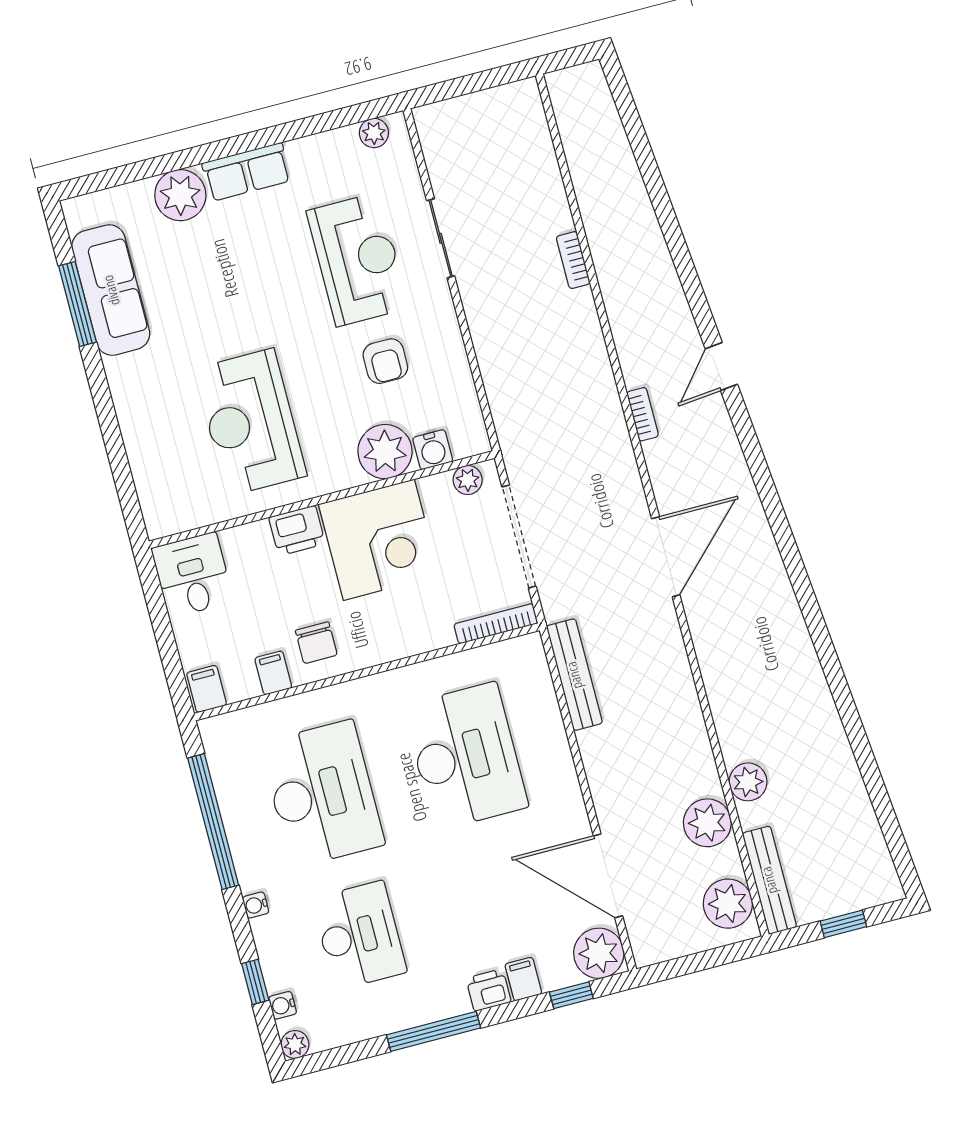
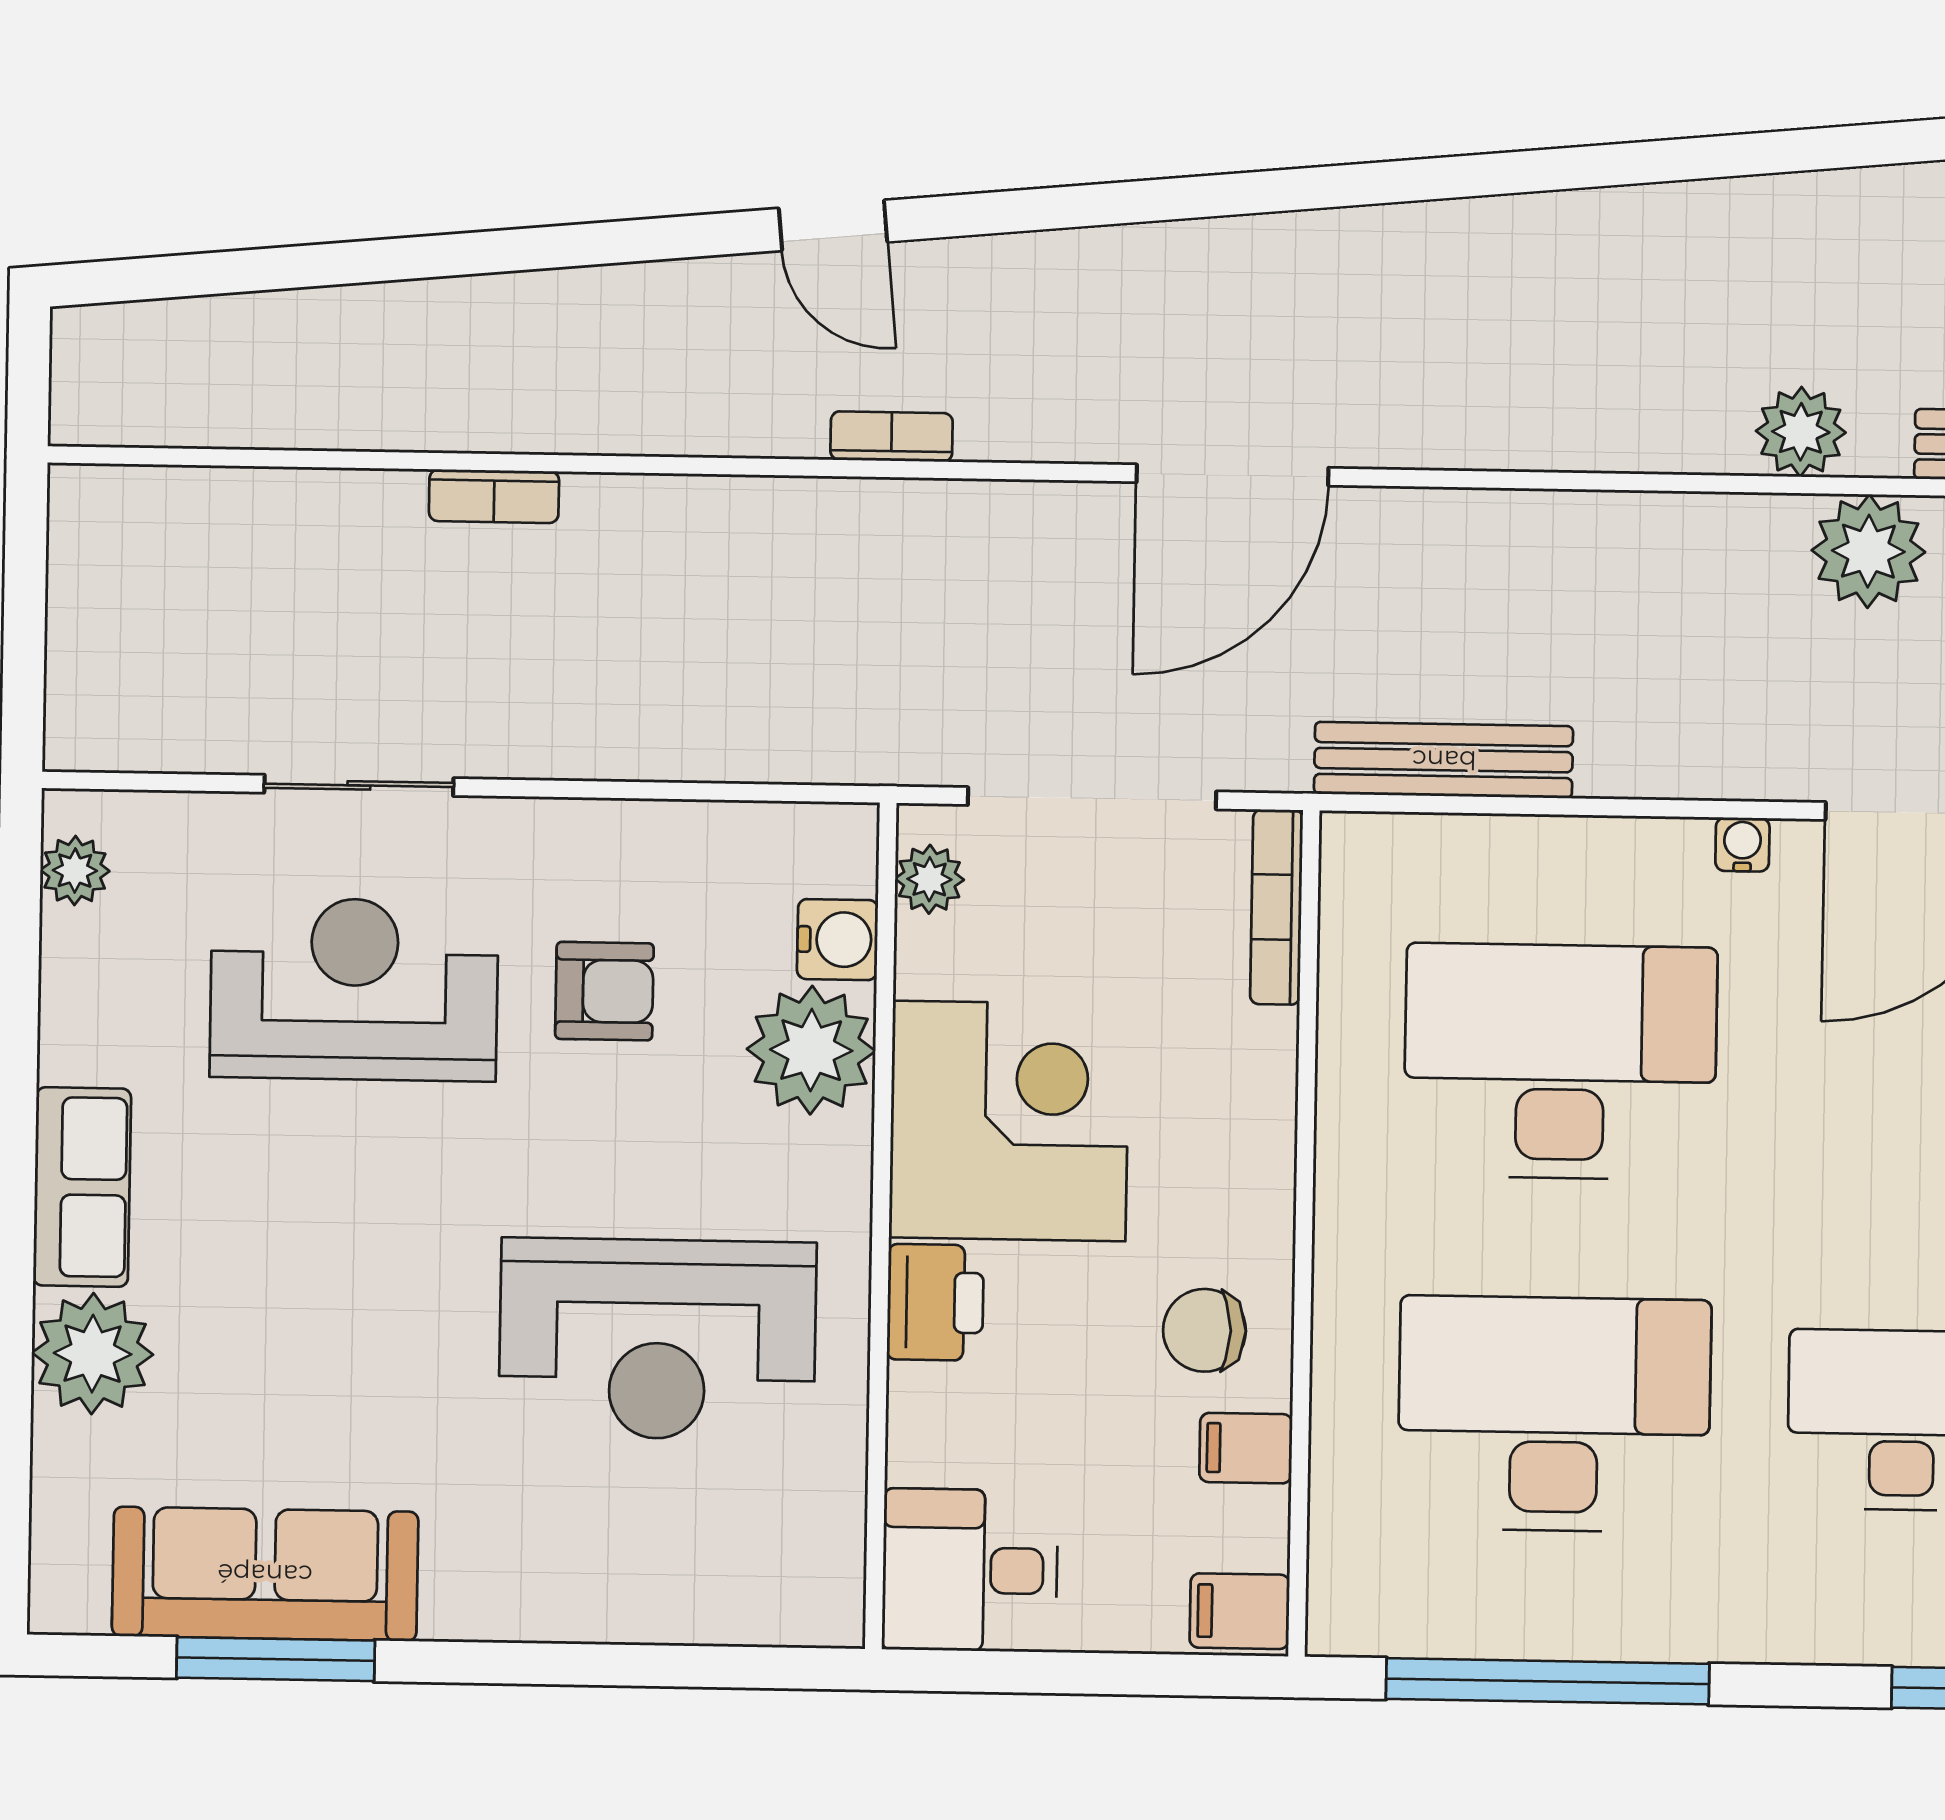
door: (666, 557) -> (1232, 475), swing flipped
chair: (316, 643) -> (1204, 1330), turned 180
water cooler: (256, 905) -> (1742, 844), moved, turned 180

